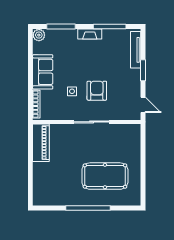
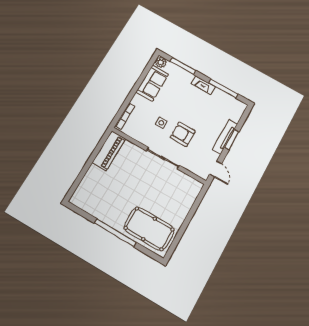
tv unit: (136, 50) -> (225, 137), moved
sofa: (43, 72) -> (152, 83), moved
armchair: (97, 91) -> (183, 134), turned -90
pool table: (105, 176) -> (149, 229), moved

